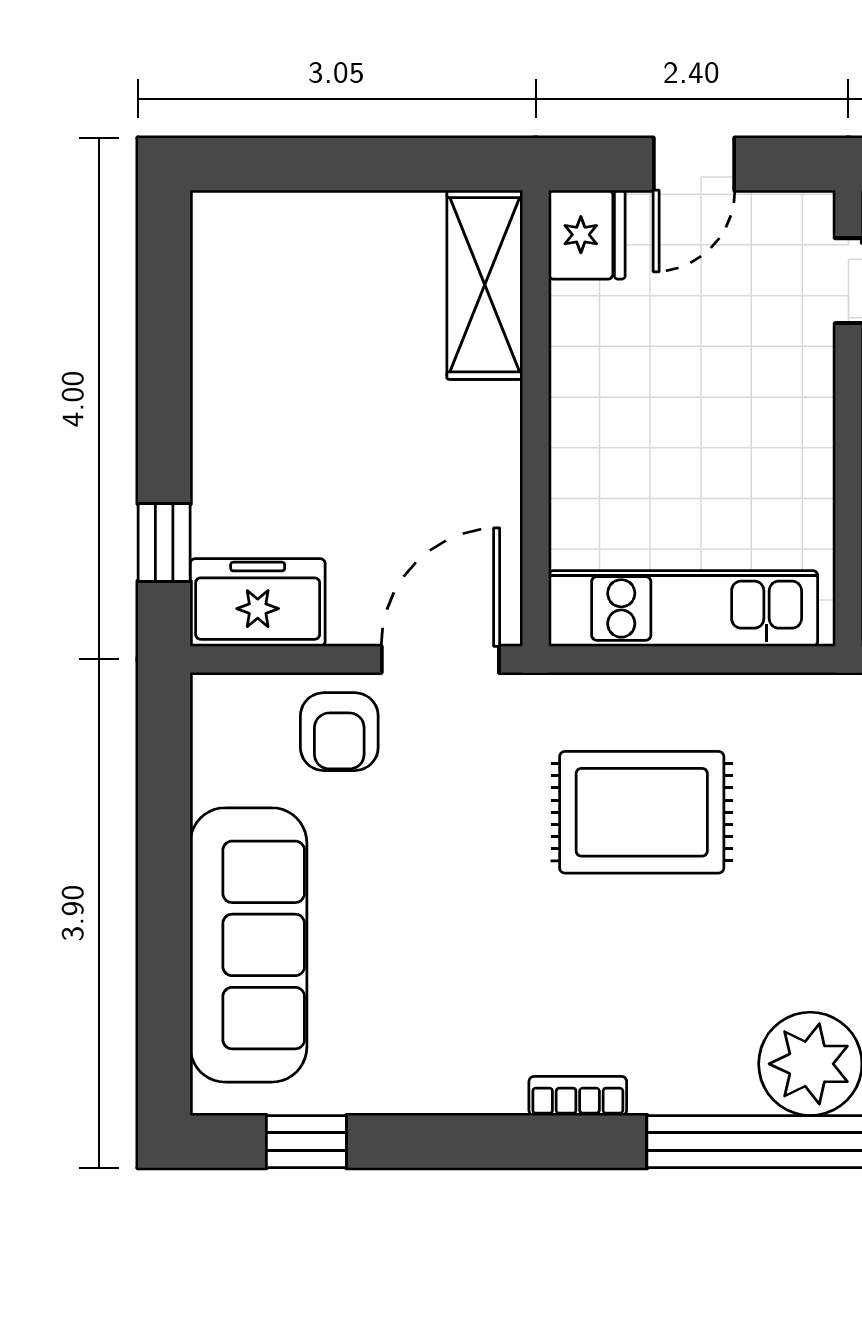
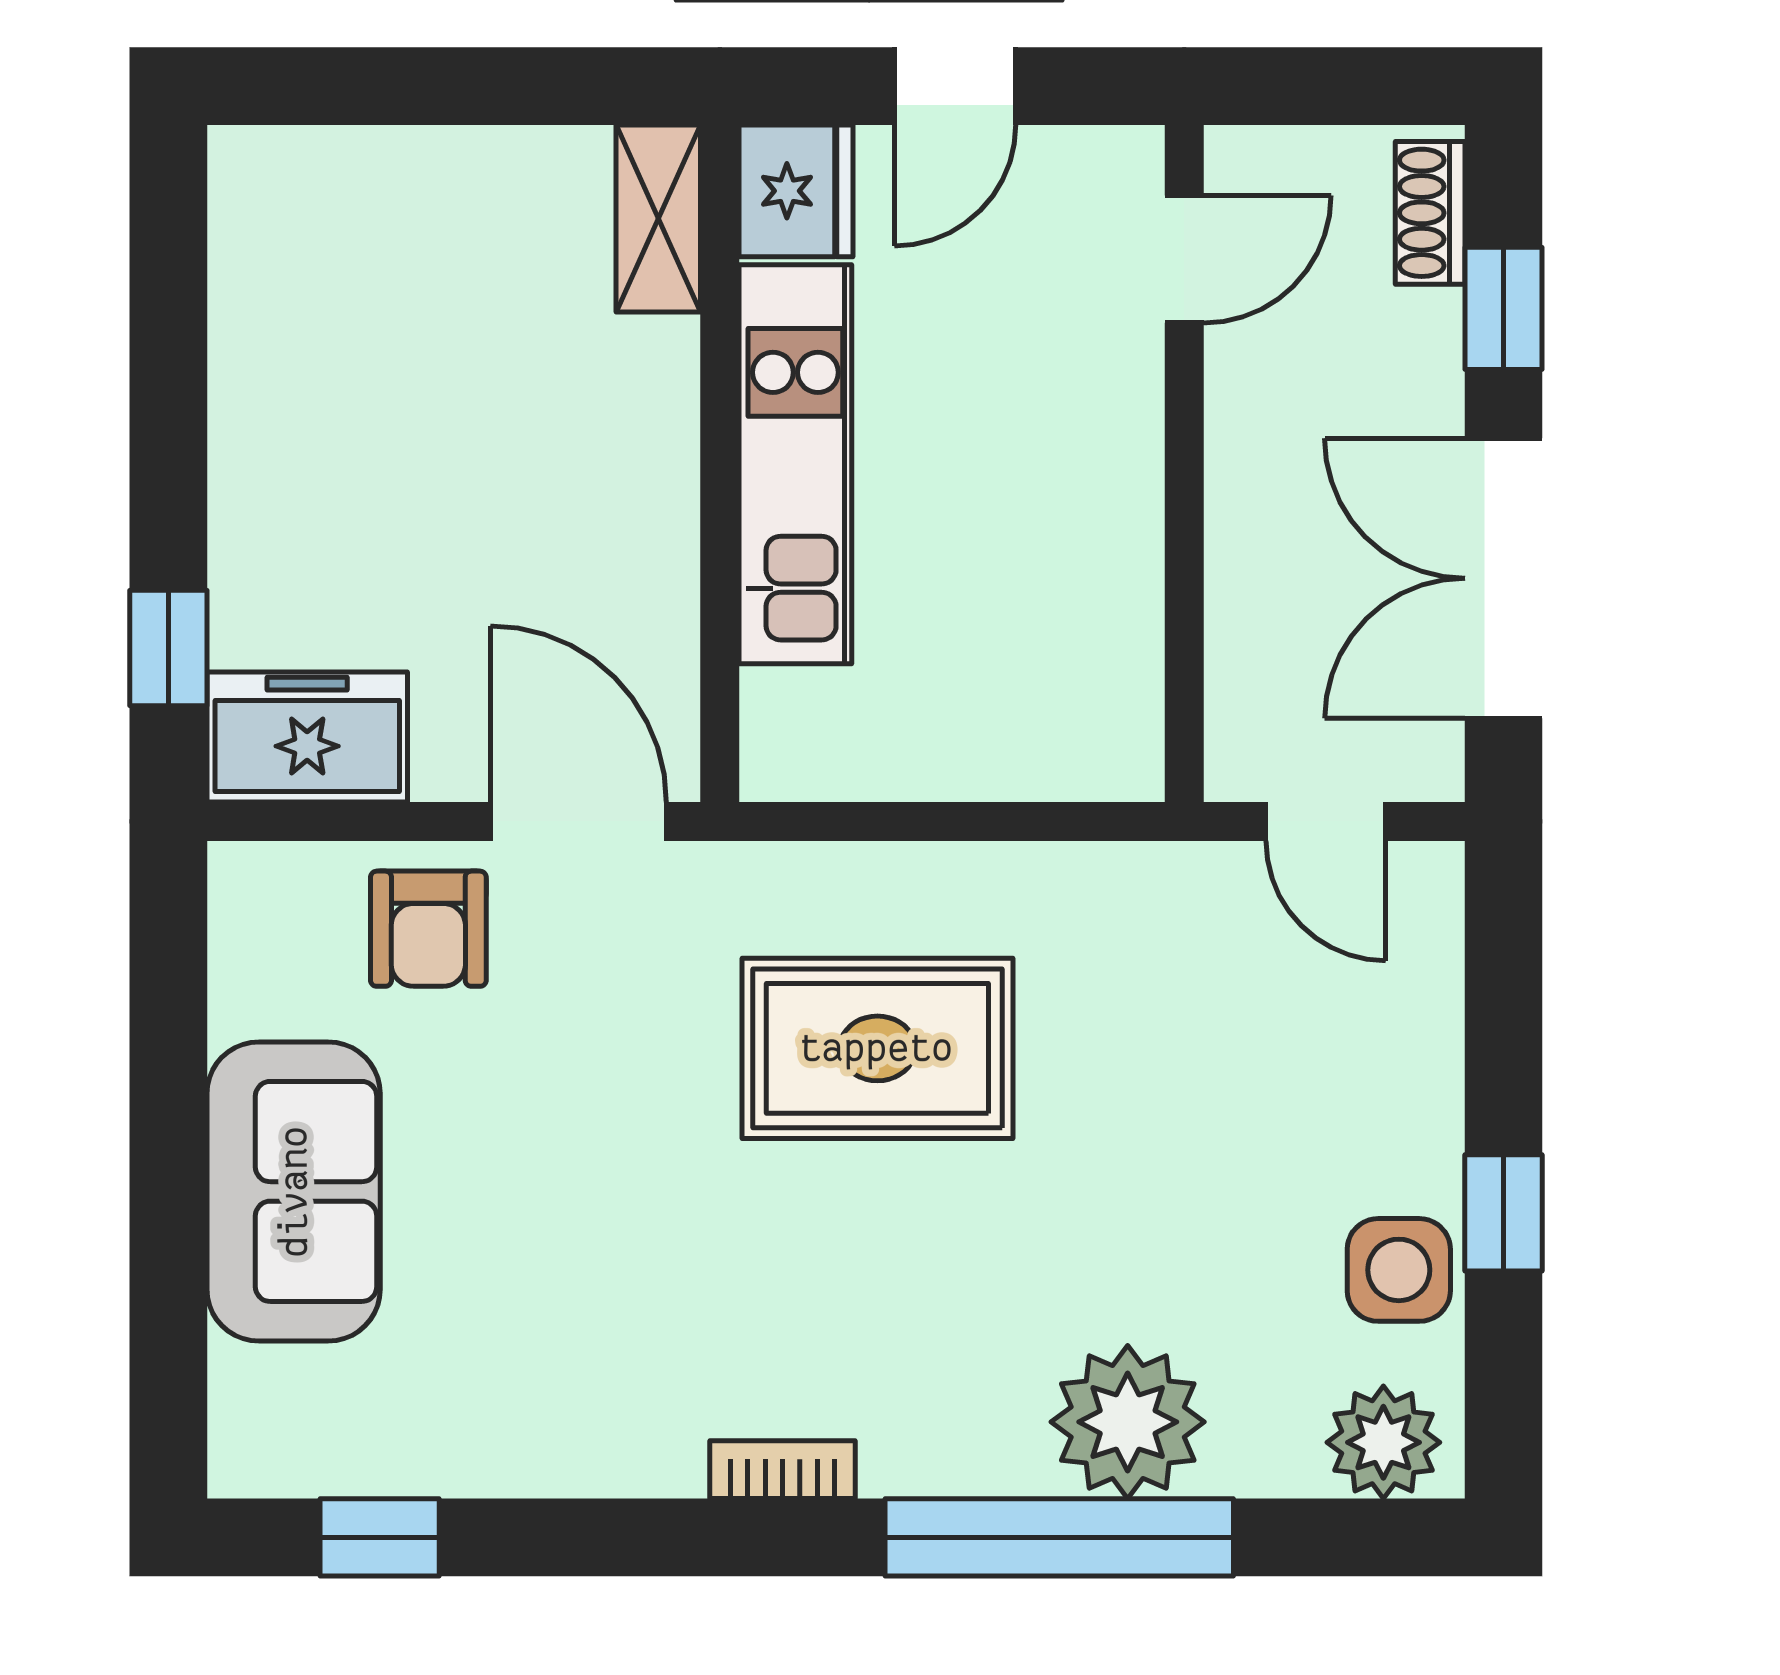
shelving: (485, 285) -> (658, 218), width x0.67, depth x0.75
kitchen unit: (683, 608) -> (795, 464), moved, turned 90
door: (440, 659) -> (578, 821), hinge flipped
sofa: (248, 945) -> (294, 1191), width x0.73

